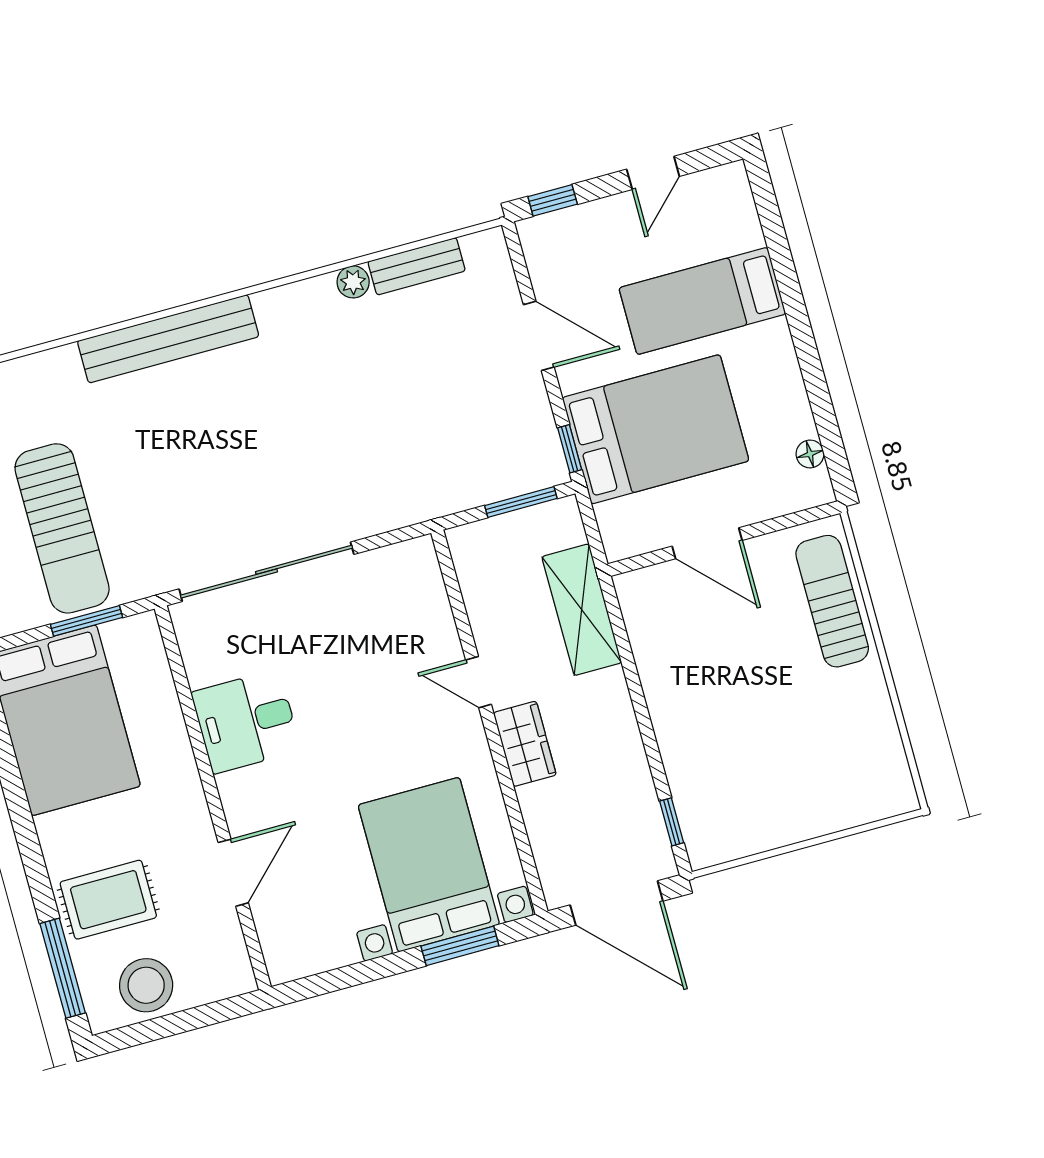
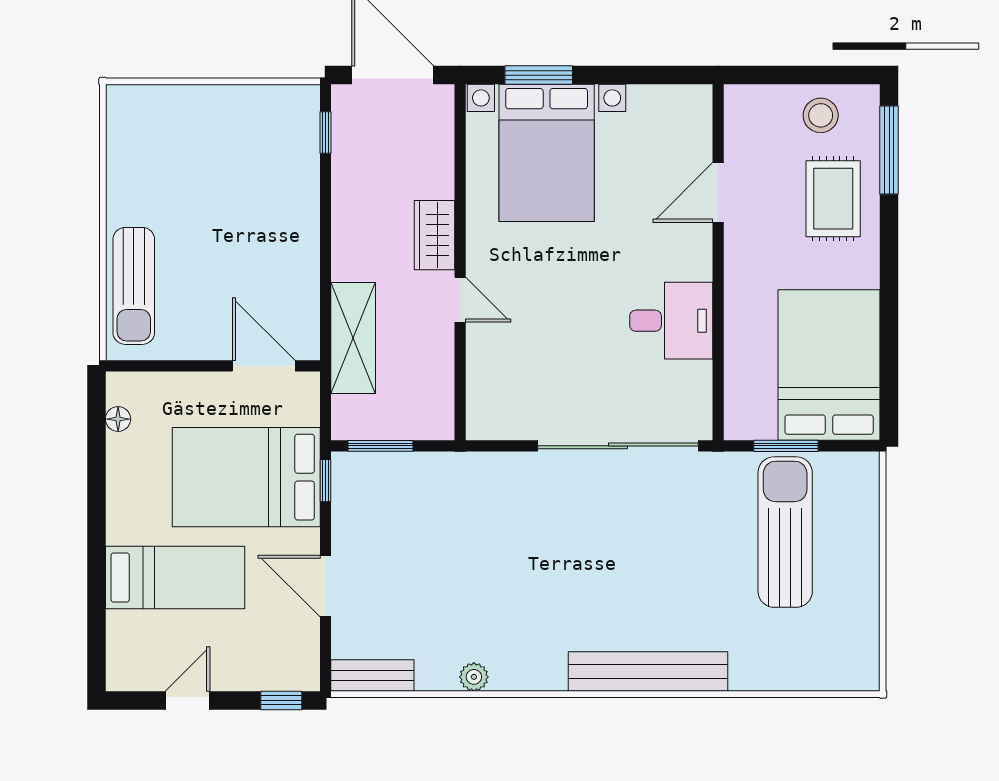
bench: (417, 266) -> (372, 676), moved
door: (707, 543) -> (264, 366), moved
rug: (108, 900) -> (833, 199), turned 90
stool: (146, 985) -> (821, 115), width x0.73, depth x0.73

